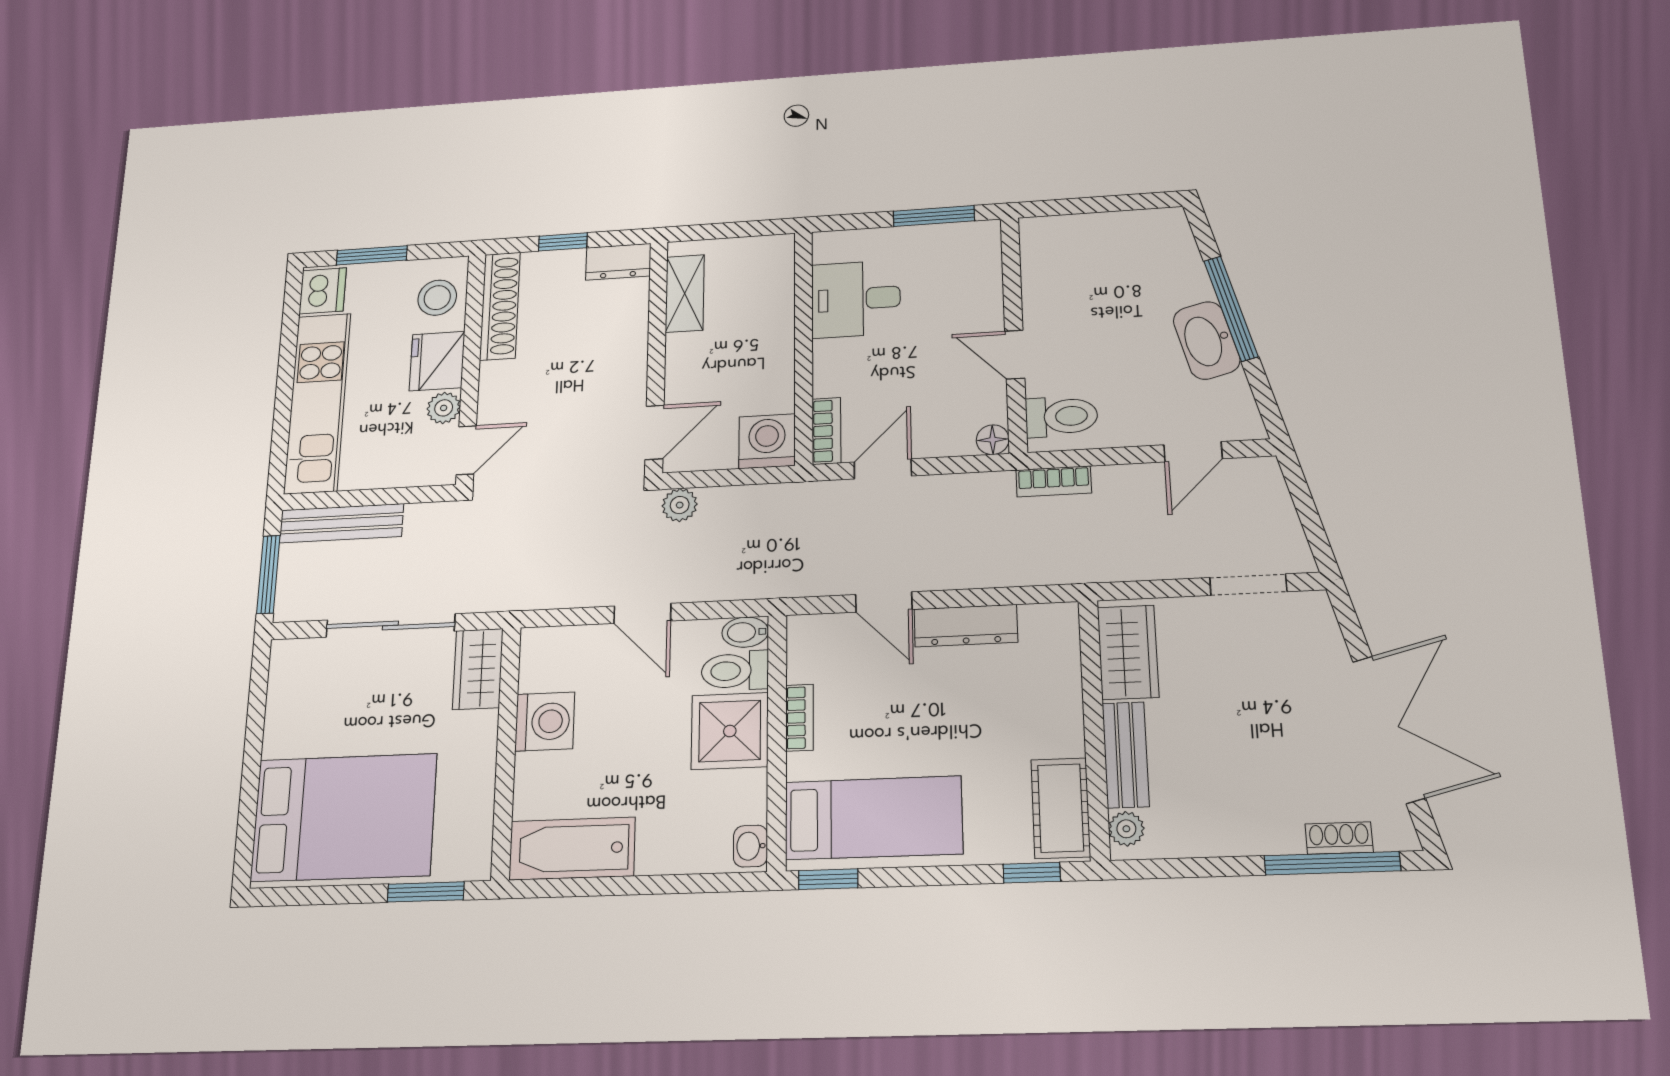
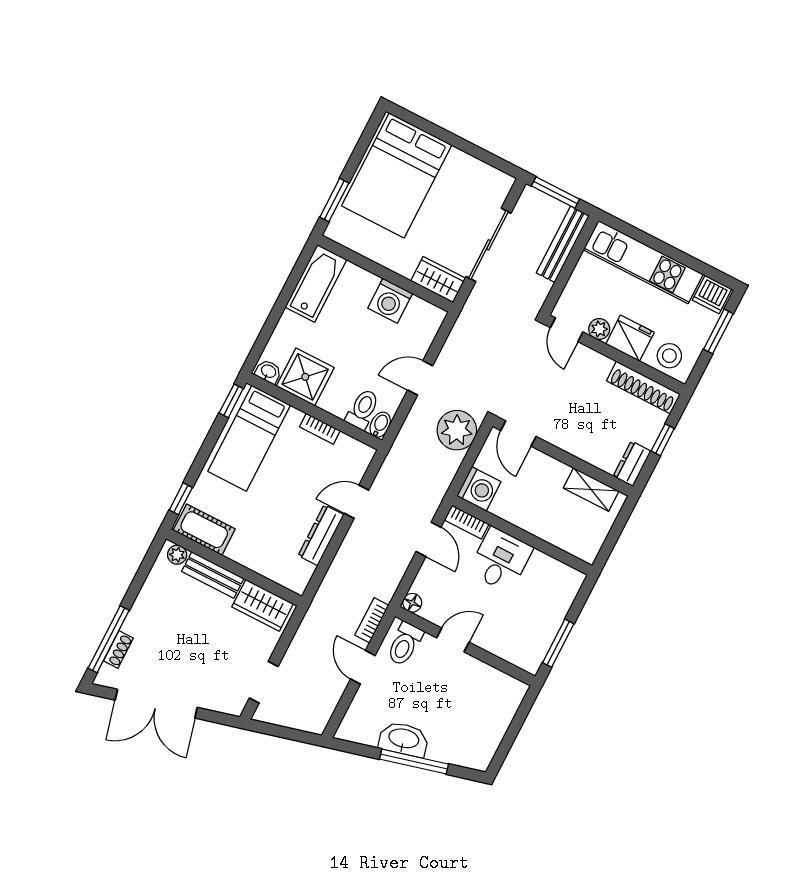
desk: (856, 299) -> (501, 560), moved
door: (1193, 452) -> (363, 667), moved
plant: (680, 505) -> (457, 430), width x1.87, depth x1.87
shower: (730, 731) -> (305, 377), moved

